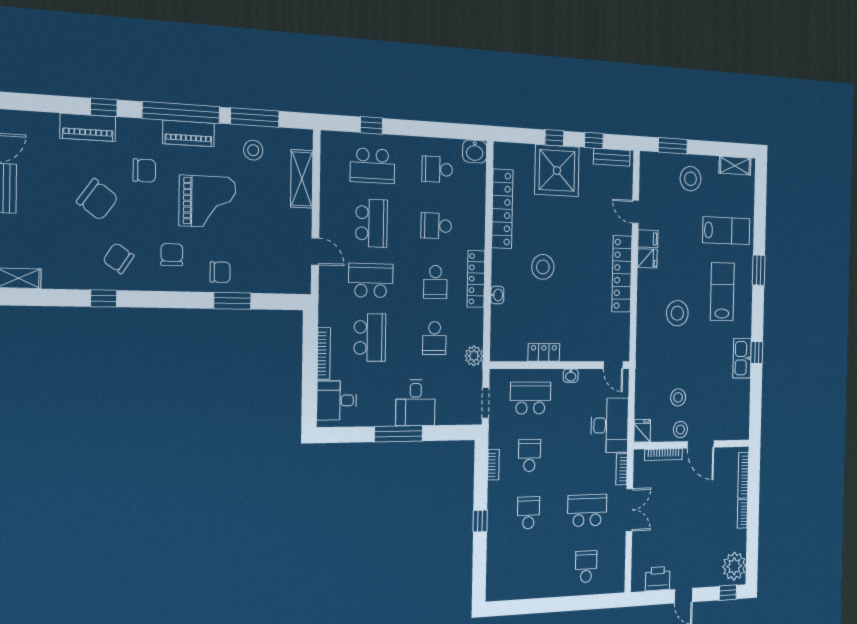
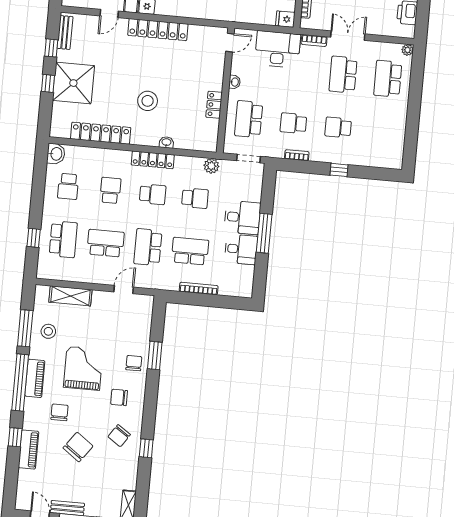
school desk: (436, 226) -> (110, 190), turned 180
desk: (337, 400) -> (241, 249), moved, turned -90
school desk: (586, 567) -> (388, 79), width x1.85
plant: (619, 586) -> (407, 50), added

